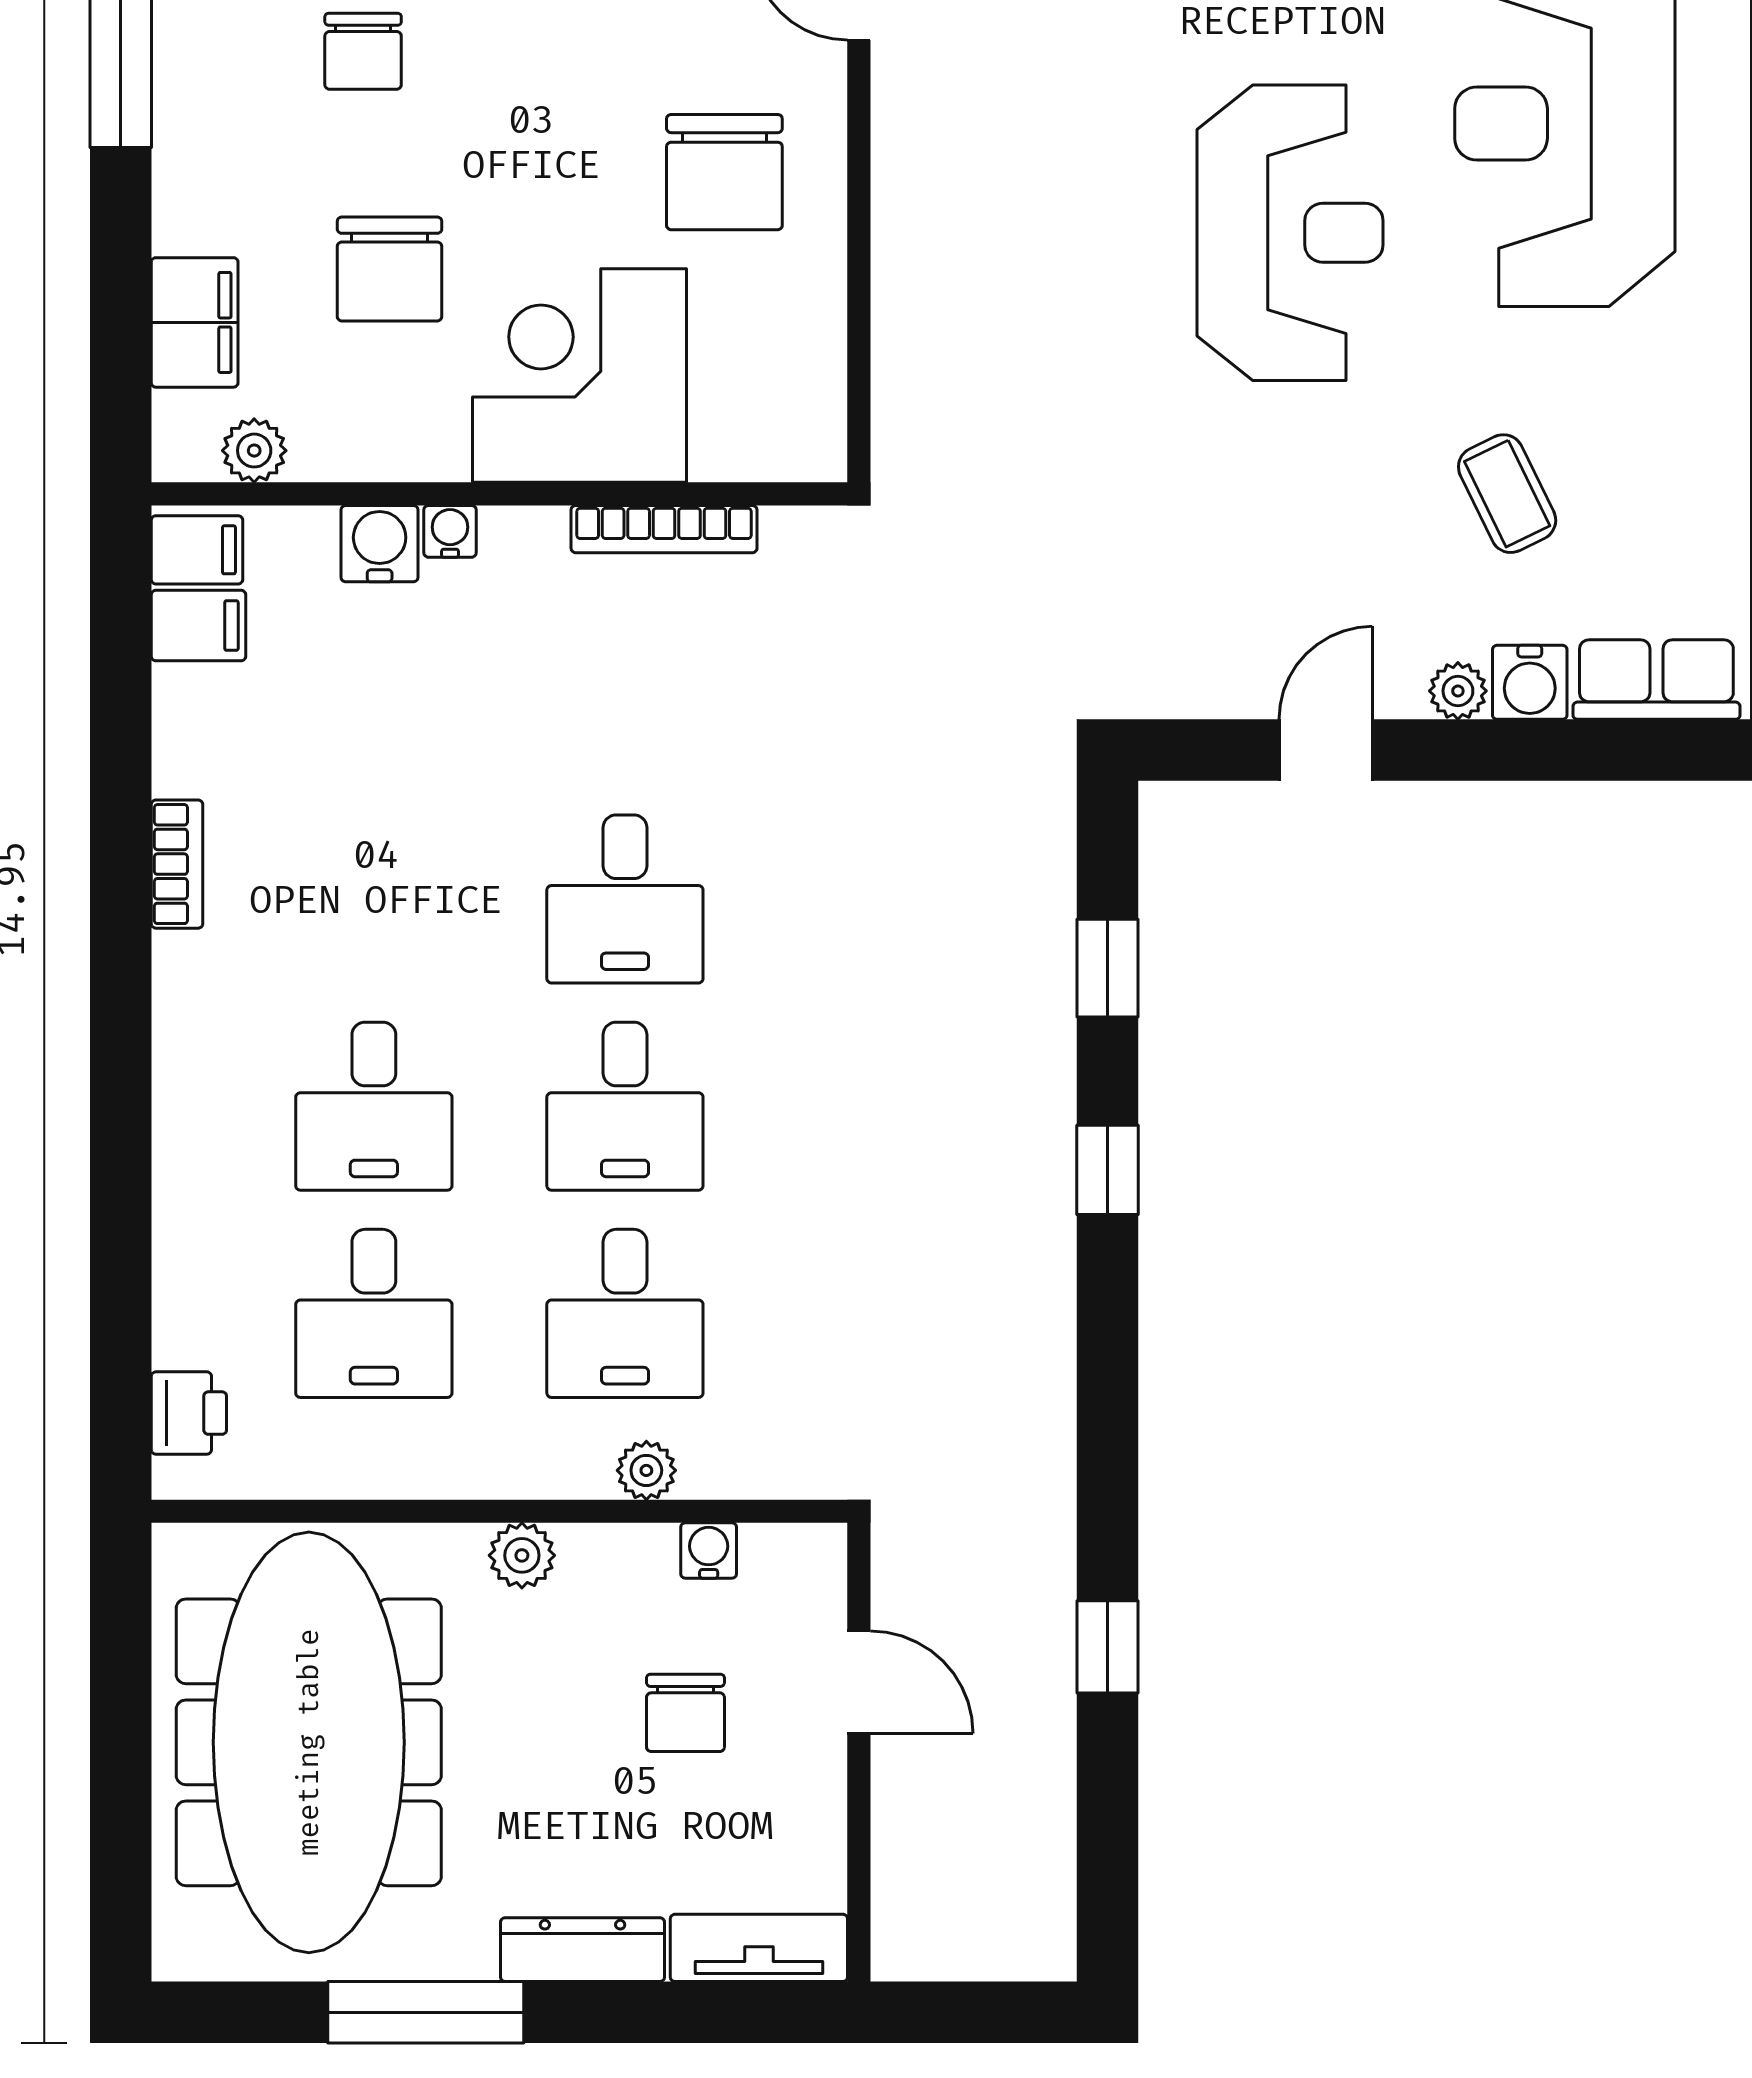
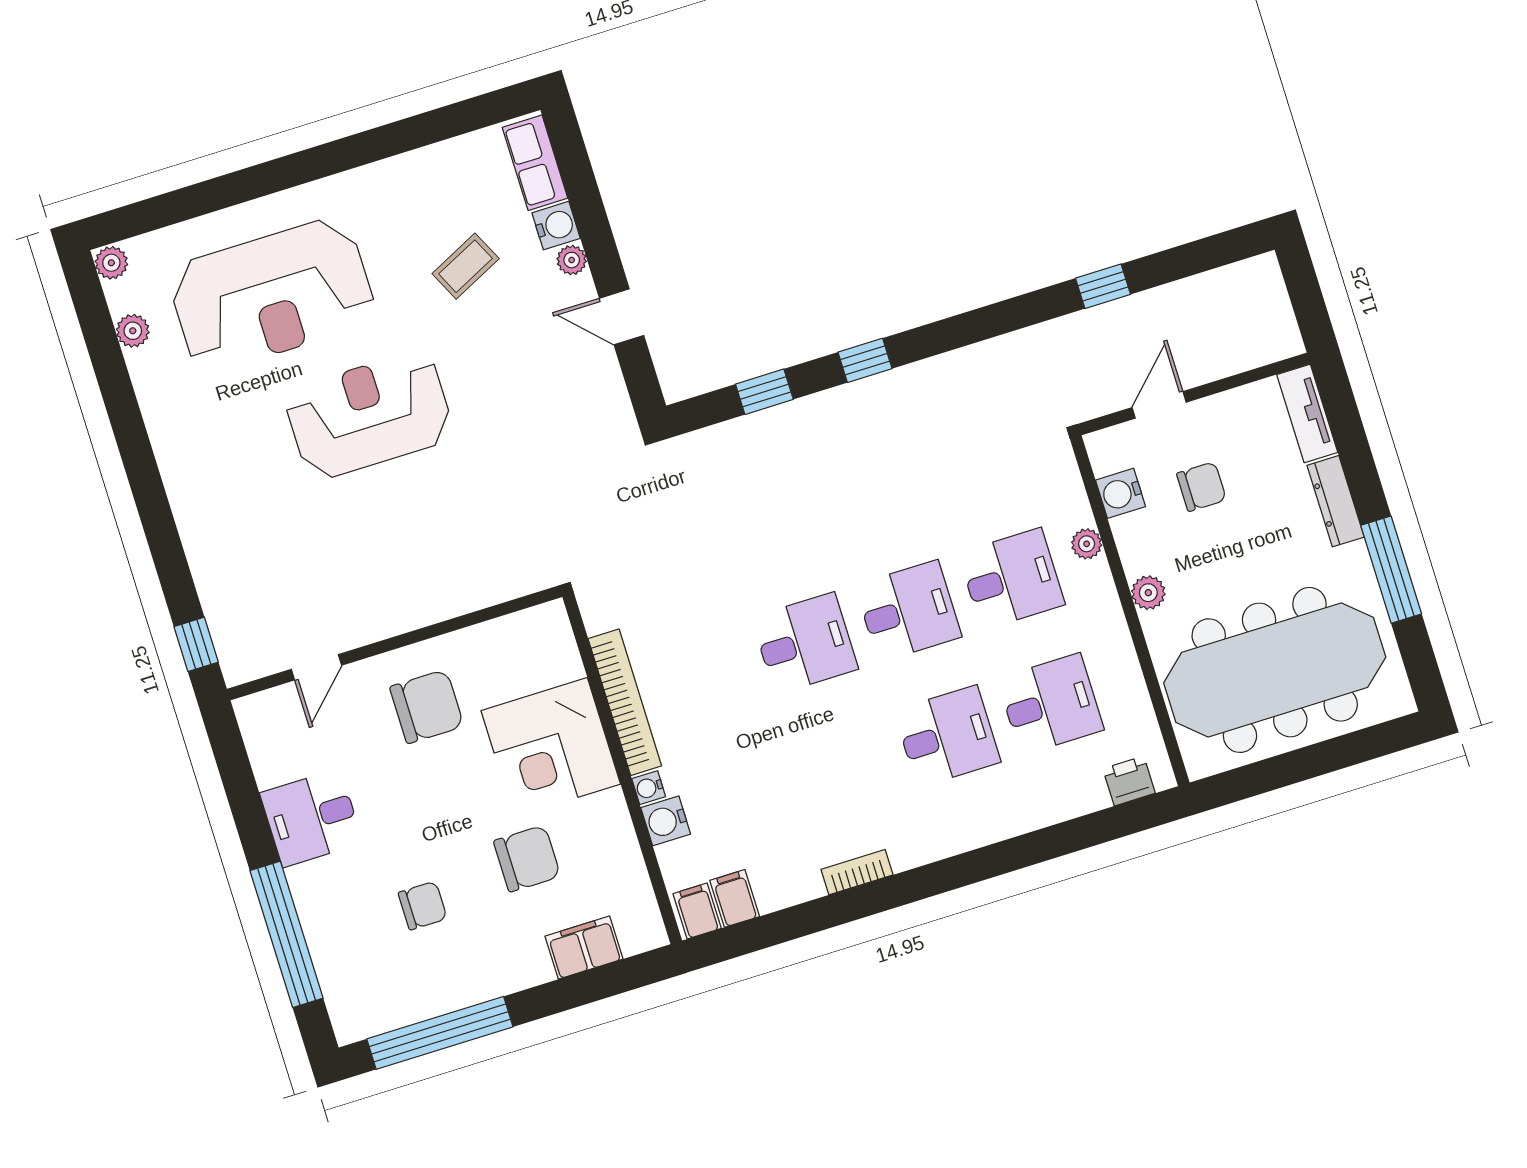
plant: (254, 451) -> (639, 898), removed
bookcase: (664, 529) -> (625, 702), width x1.48, depth x1.31
water cooler: (709, 1550) -> (1120, 493), width x1.38, depth x1.38

